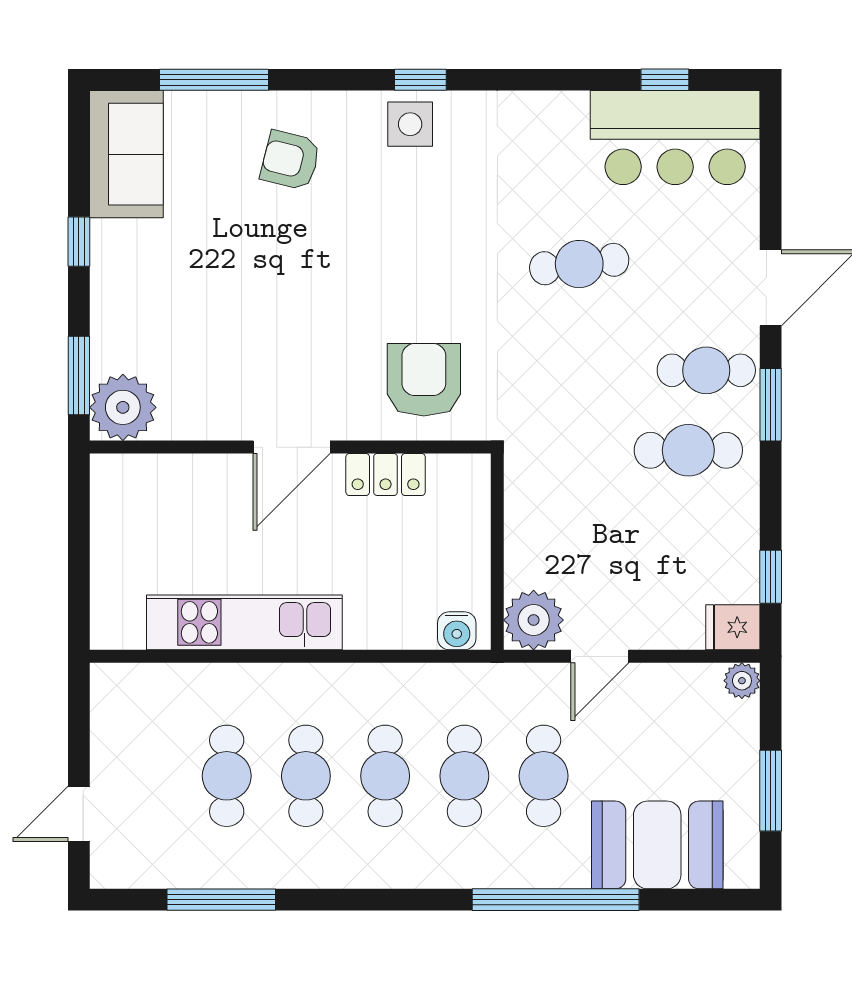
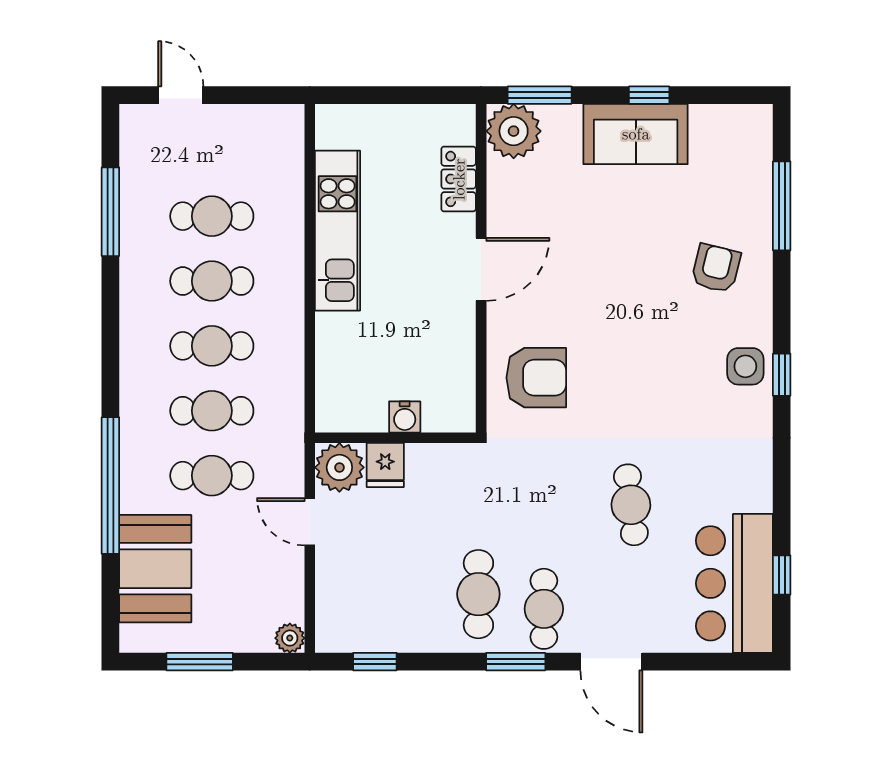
sofa: (126, 154) -> (636, 134), moved
door: (292, 447) -> (481, 269), swing flipped
locker: (386, 475) -> (459, 179), moved
fridge: (733, 627) -> (385, 465), moved, turned 180
water cooler: (457, 631) -> (405, 417), moved, turned -90

